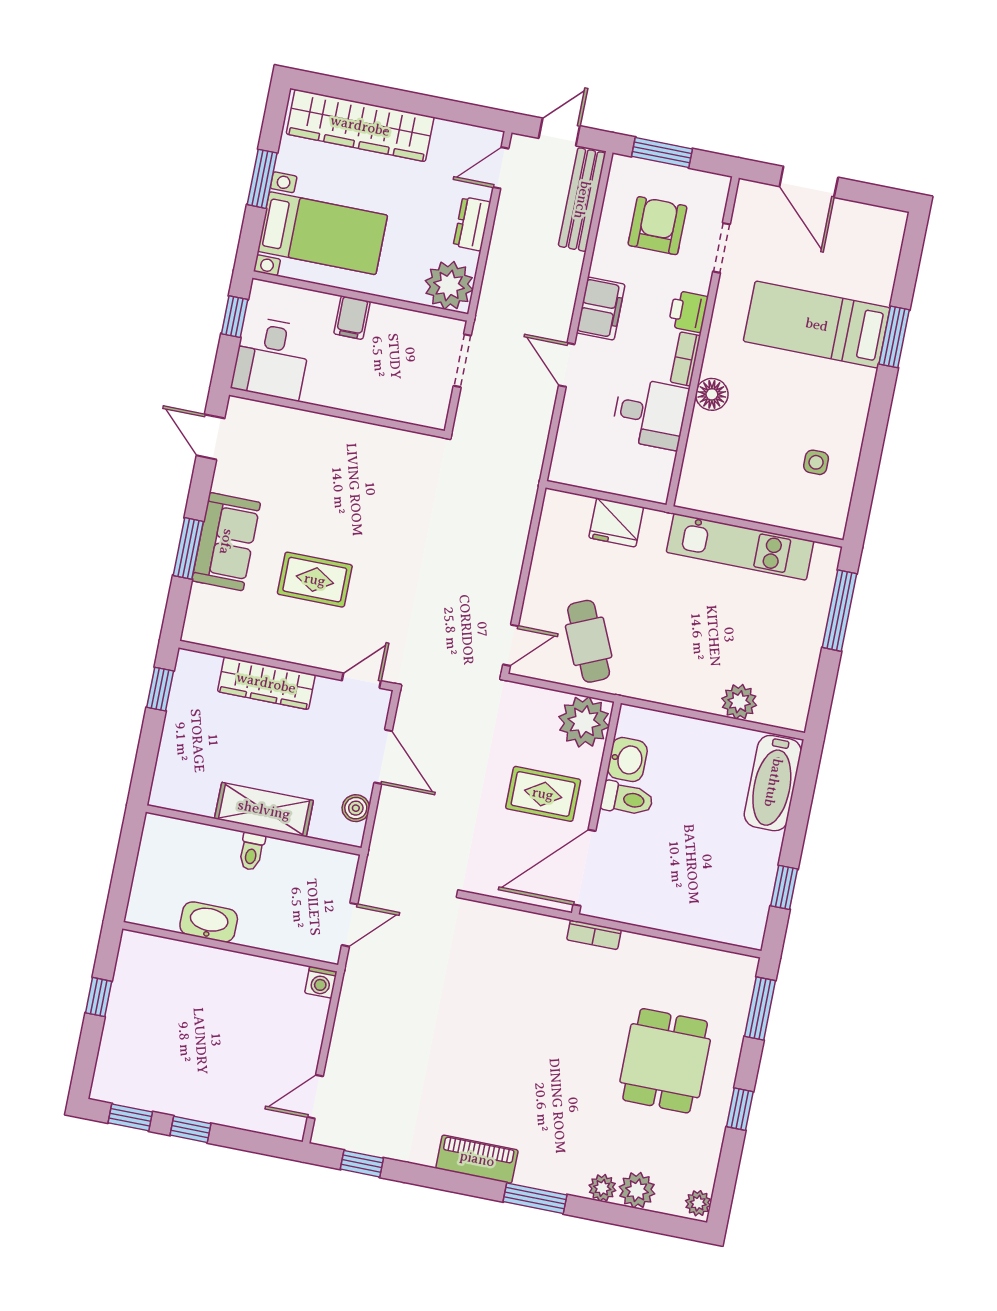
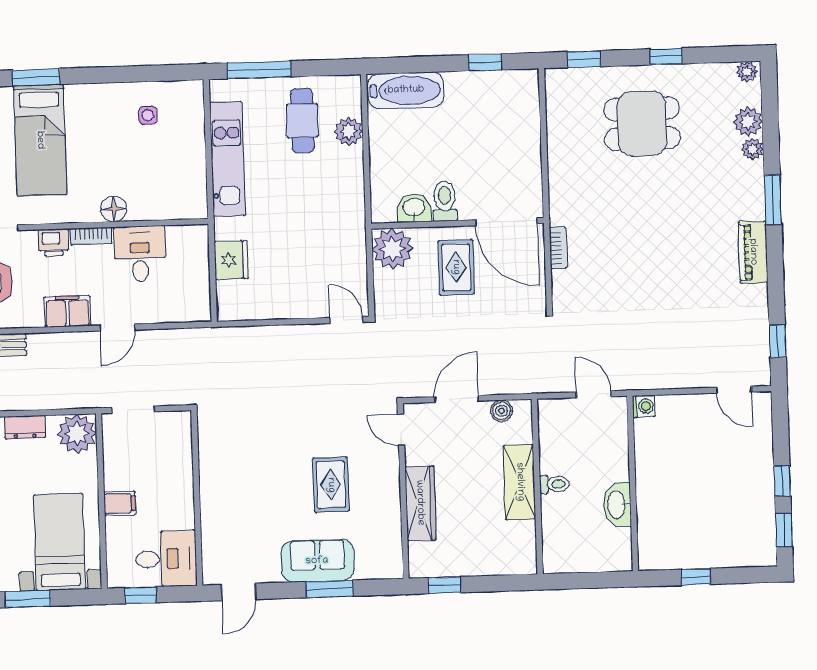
cafe table: (589, 641) -> (302, 121), moved, turned -66
bookcase: (594, 935) -> (558, 248), moved
window: (760, 1008) -> (584, 59), width x0.67

